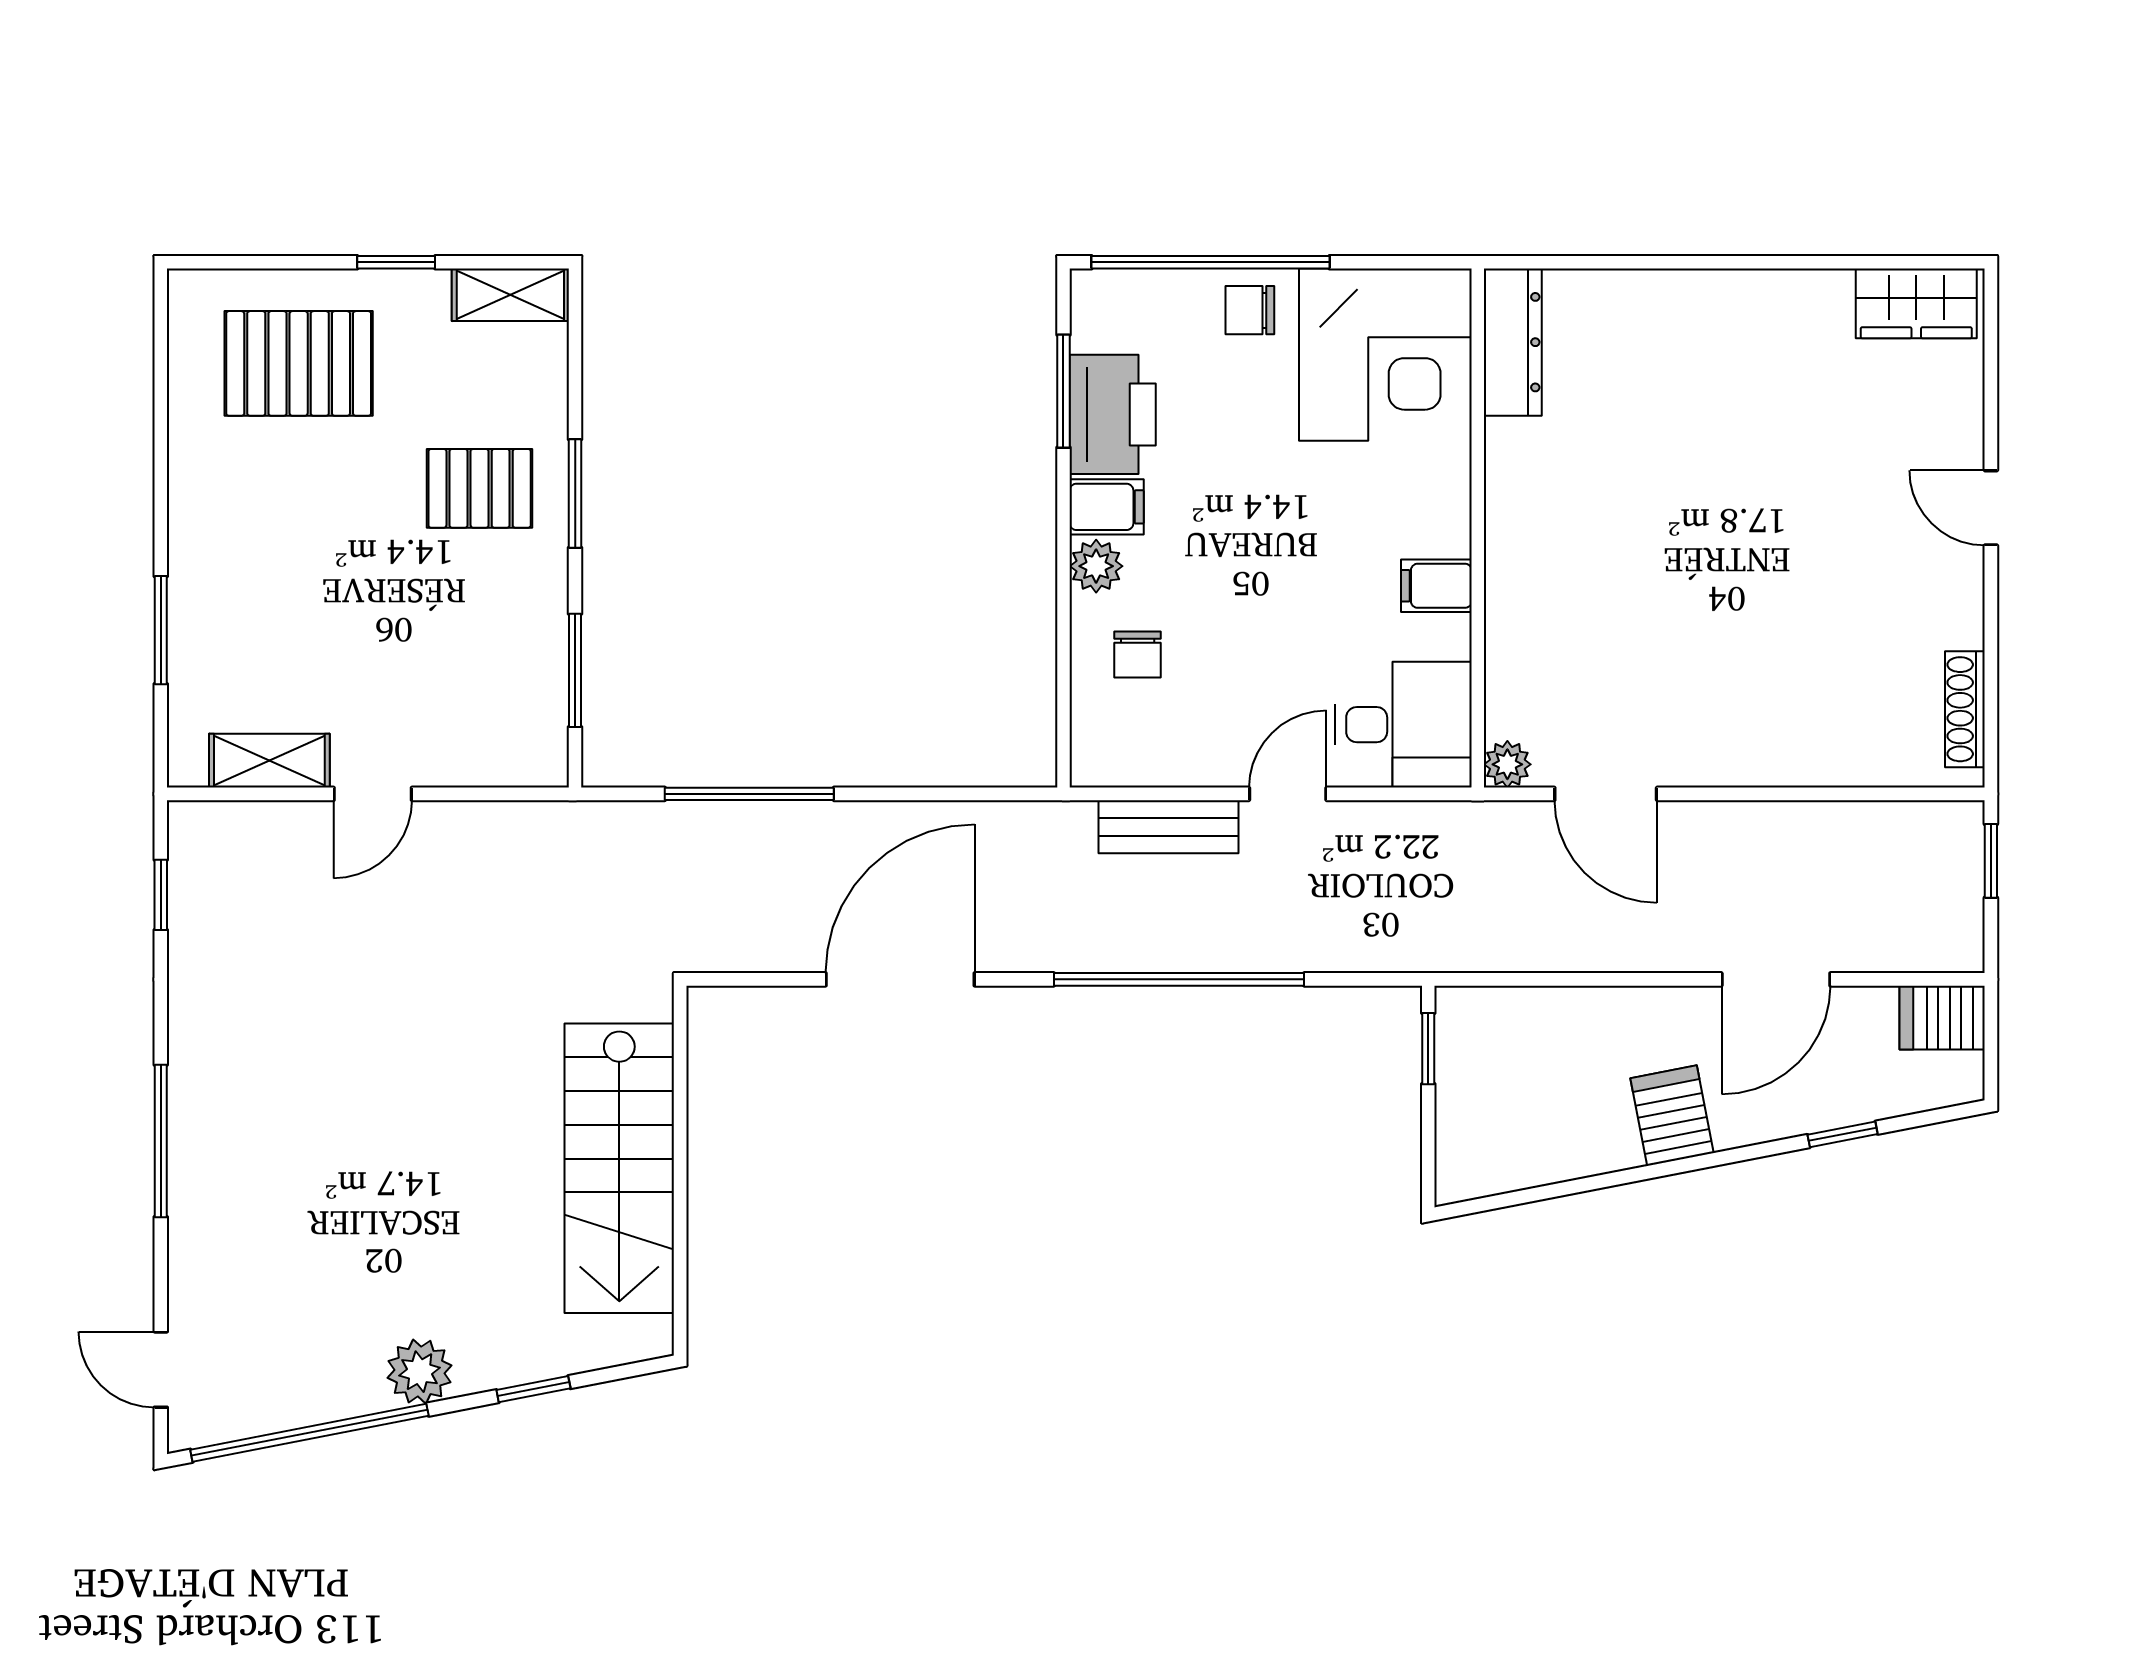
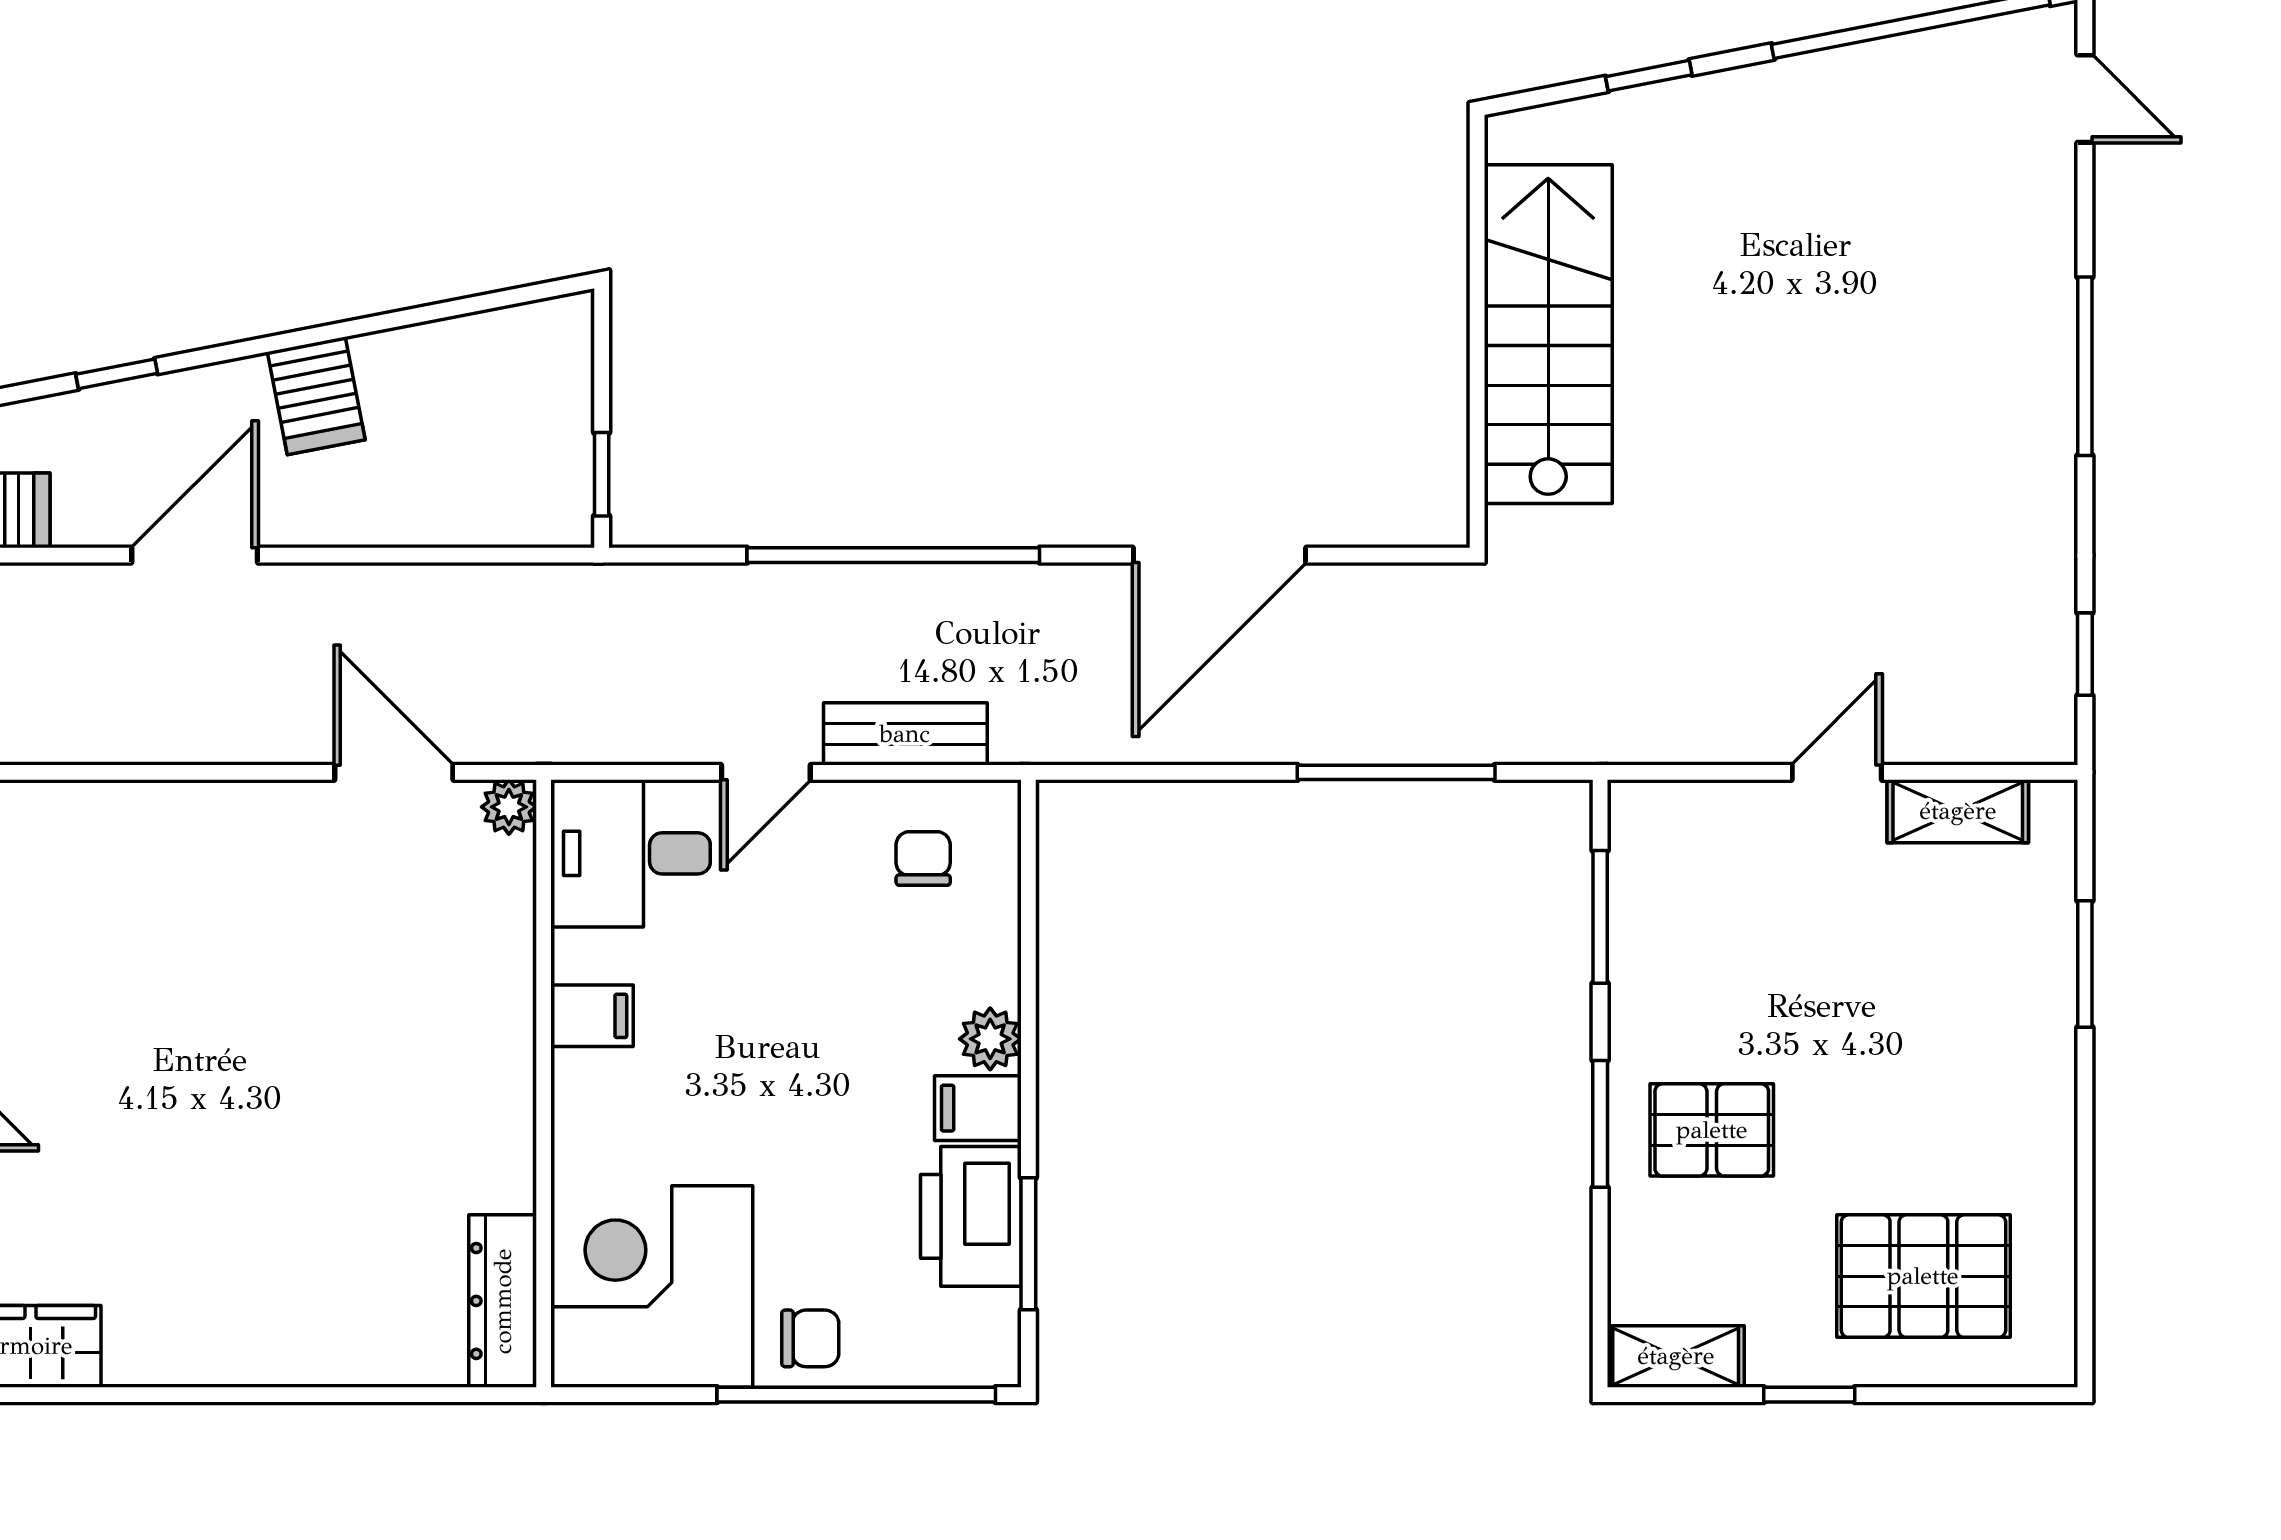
chair: (1137, 654) -> (923, 859), moved
plant: (420, 1372) -> (1782, 96), removed

